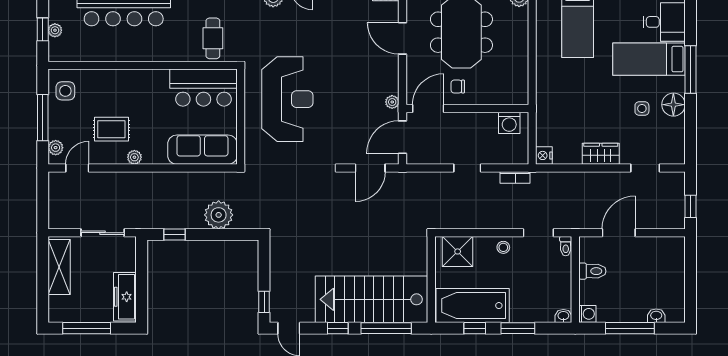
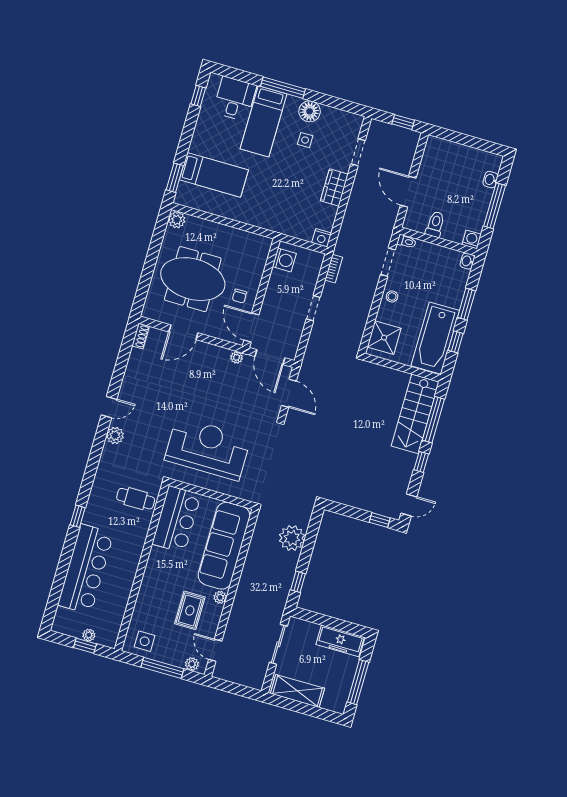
sofa: (202, 150) -> (224, 546), width x1.36, depth x1.27
stairs: (372, 299) -> (415, 414), width x0.73, depth x0.66

